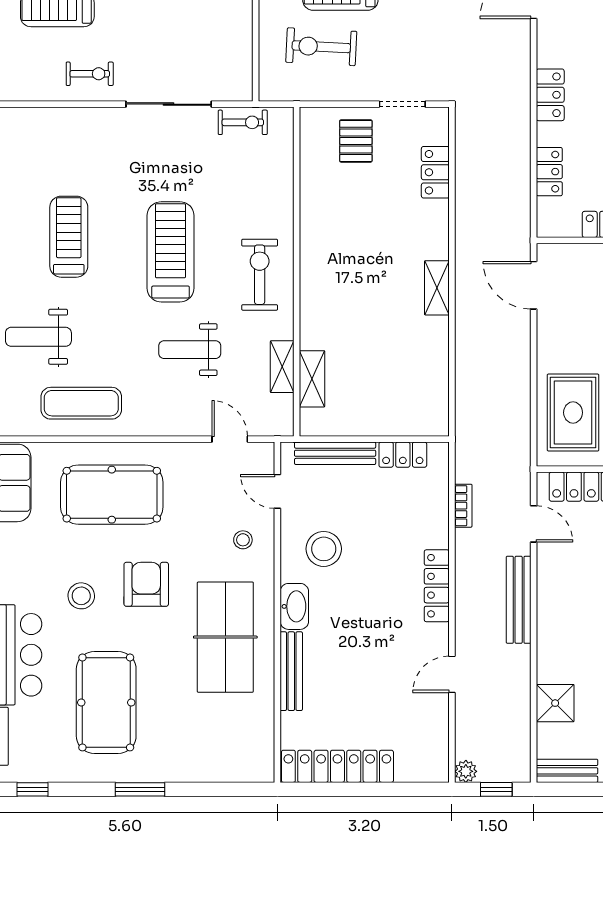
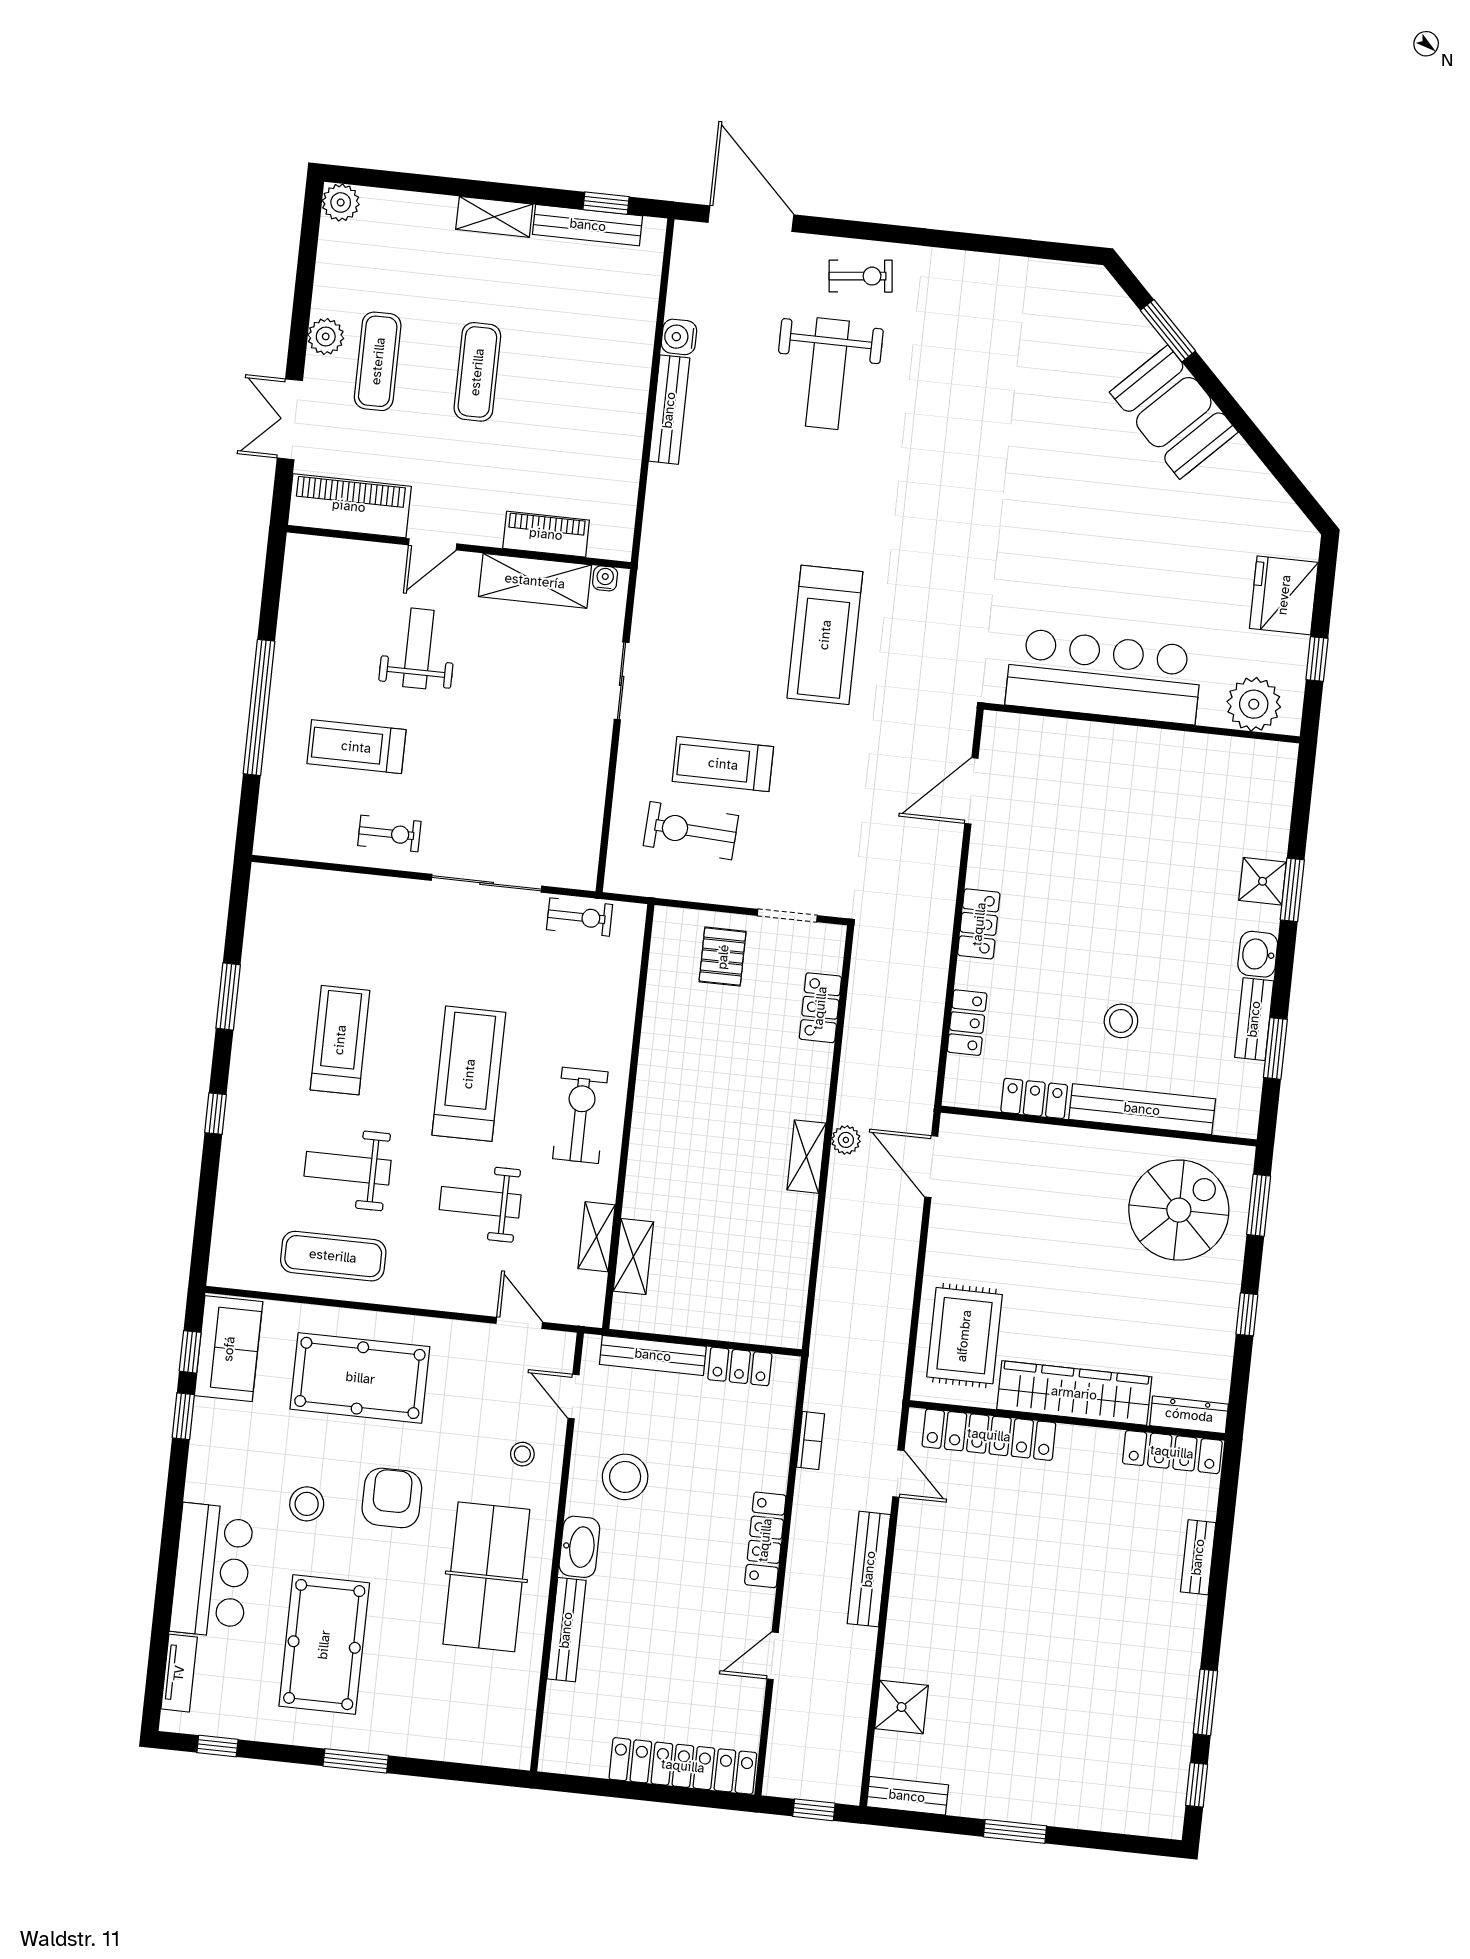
weight bench: (38, 337) -> (348, 1168), moved
locker: (337, 766) -> (683, 1766), moved
plant: (466, 771) -> (846, 1140), moved

